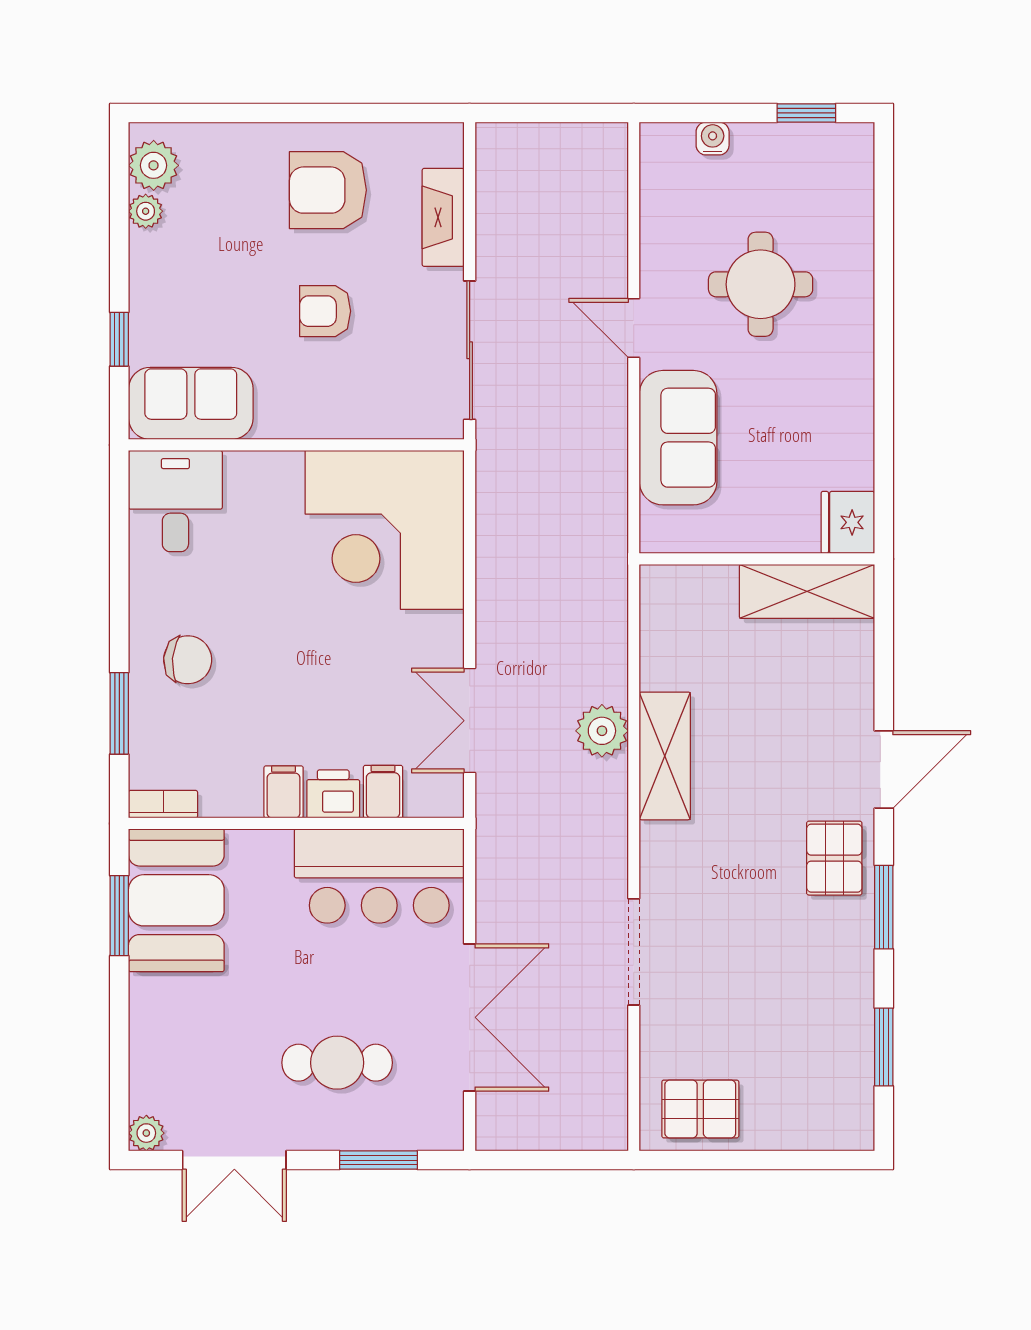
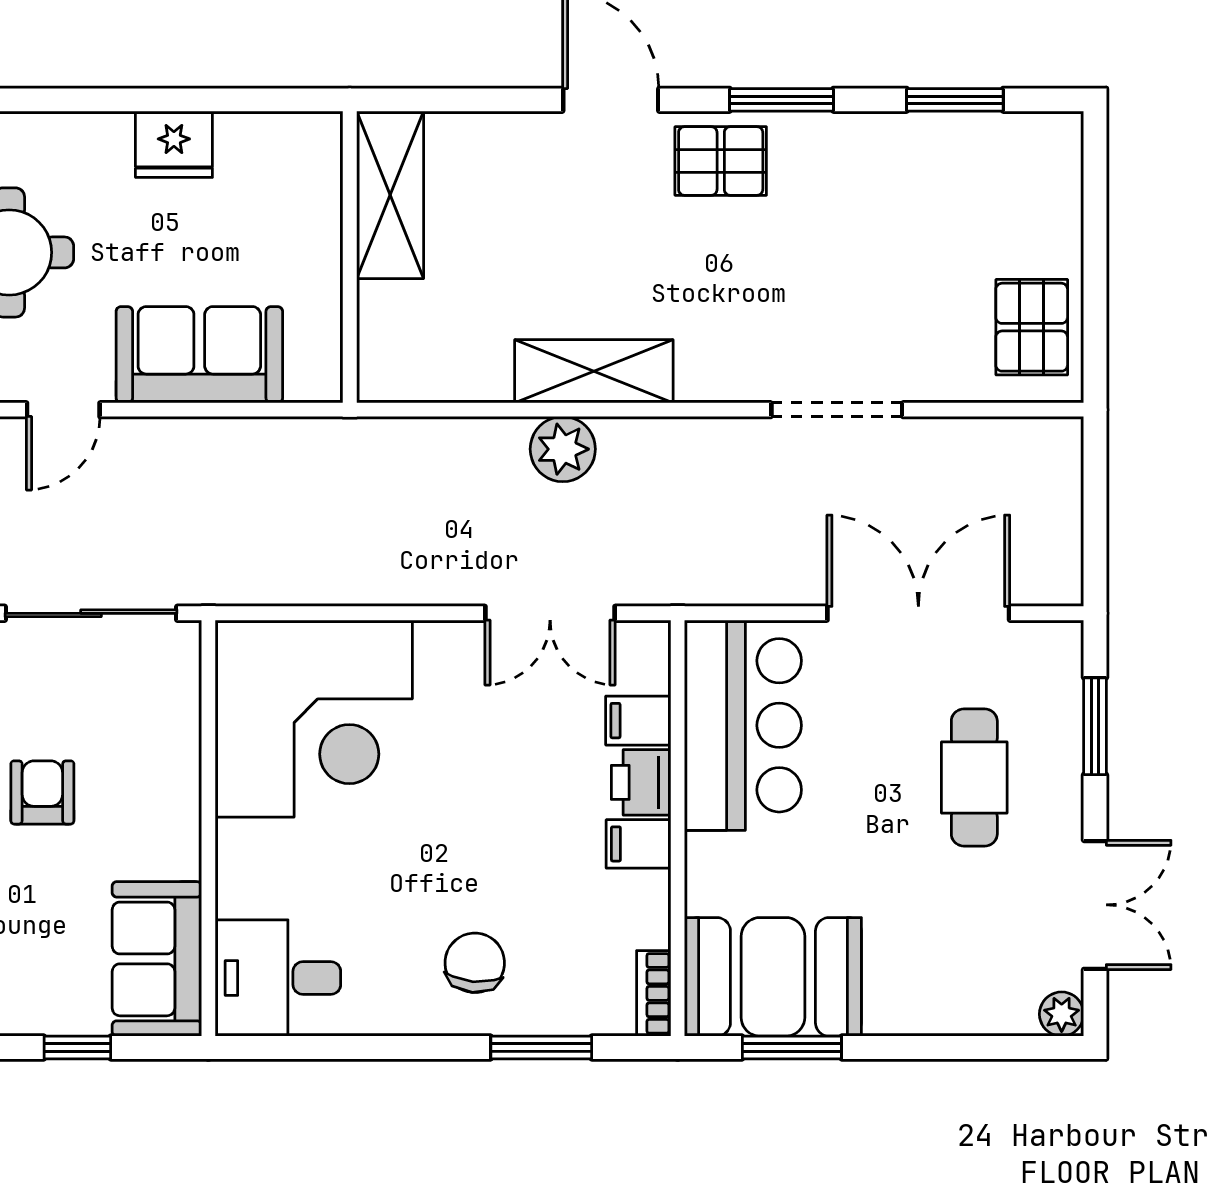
armchair: (325, 311) -> (42, 792), turned 180
fridge: (848, 522) -> (174, 144), moved

